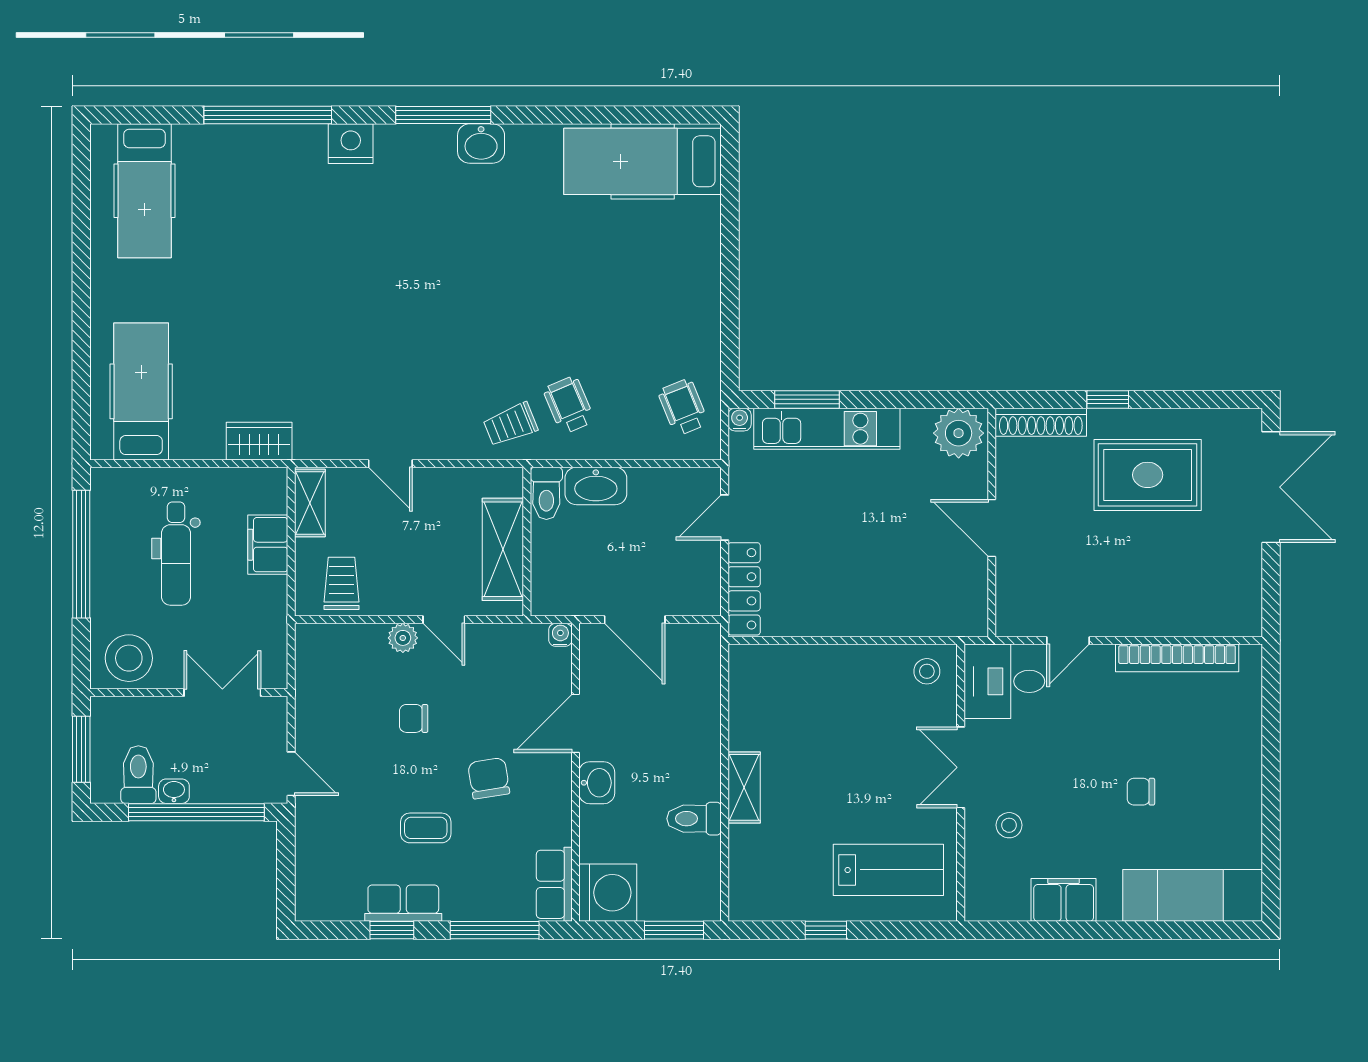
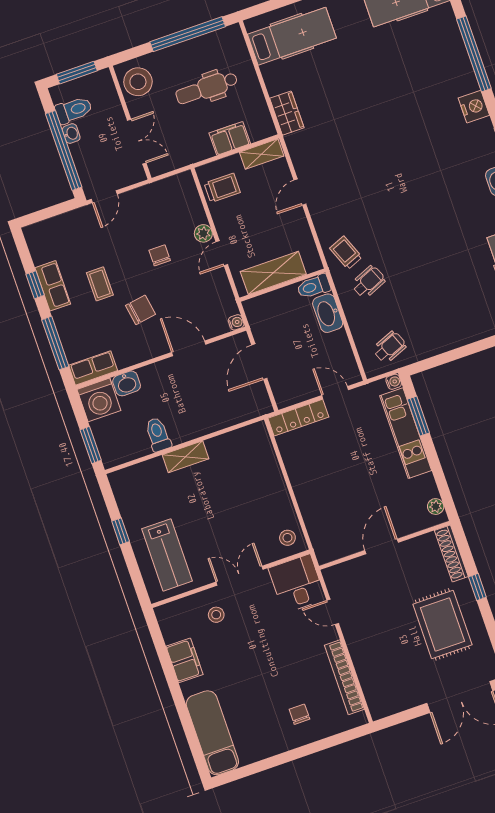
plant: (959, 433) -> (436, 507), width x0.53, depth x0.53
washbasin: (597, 783) -> (127, 383), moved
chair: (1141, 792) -> (299, 714), moved

